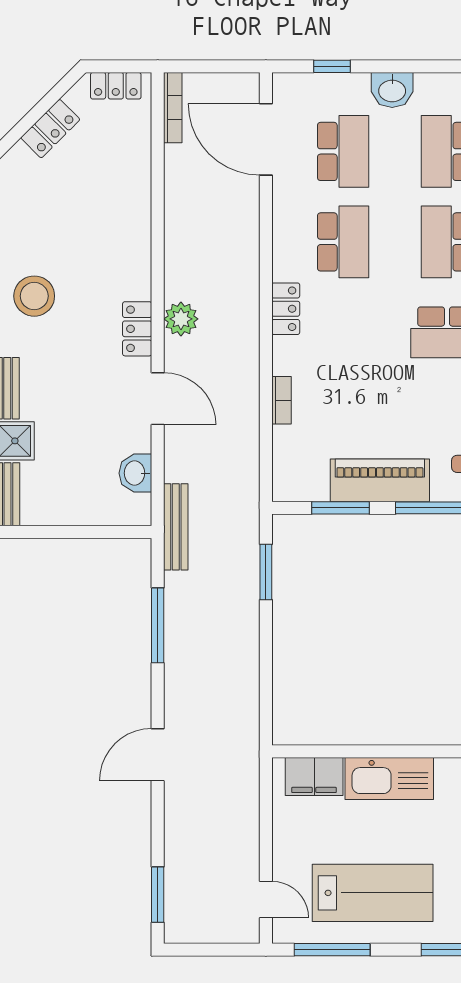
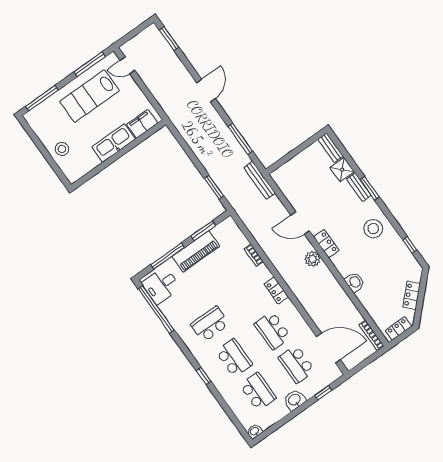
washbasin: (135, 473) -> (355, 282), moved

